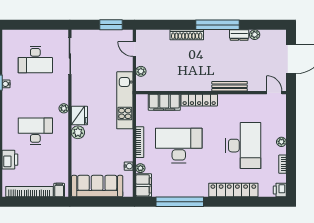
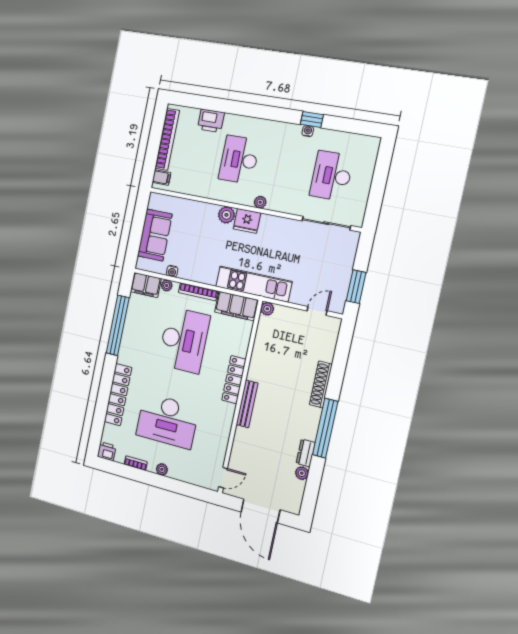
plant: (141, 71) -> (267, 309), moved
bench: (230, 86) -> (247, 404), moved
filing cabinet: (164, 102) -> (236, 306), moved, turned -90
desk: (35, 131) -> (239, 160), turned 180
sofa: (97, 186) -> (155, 235), width x0.73

